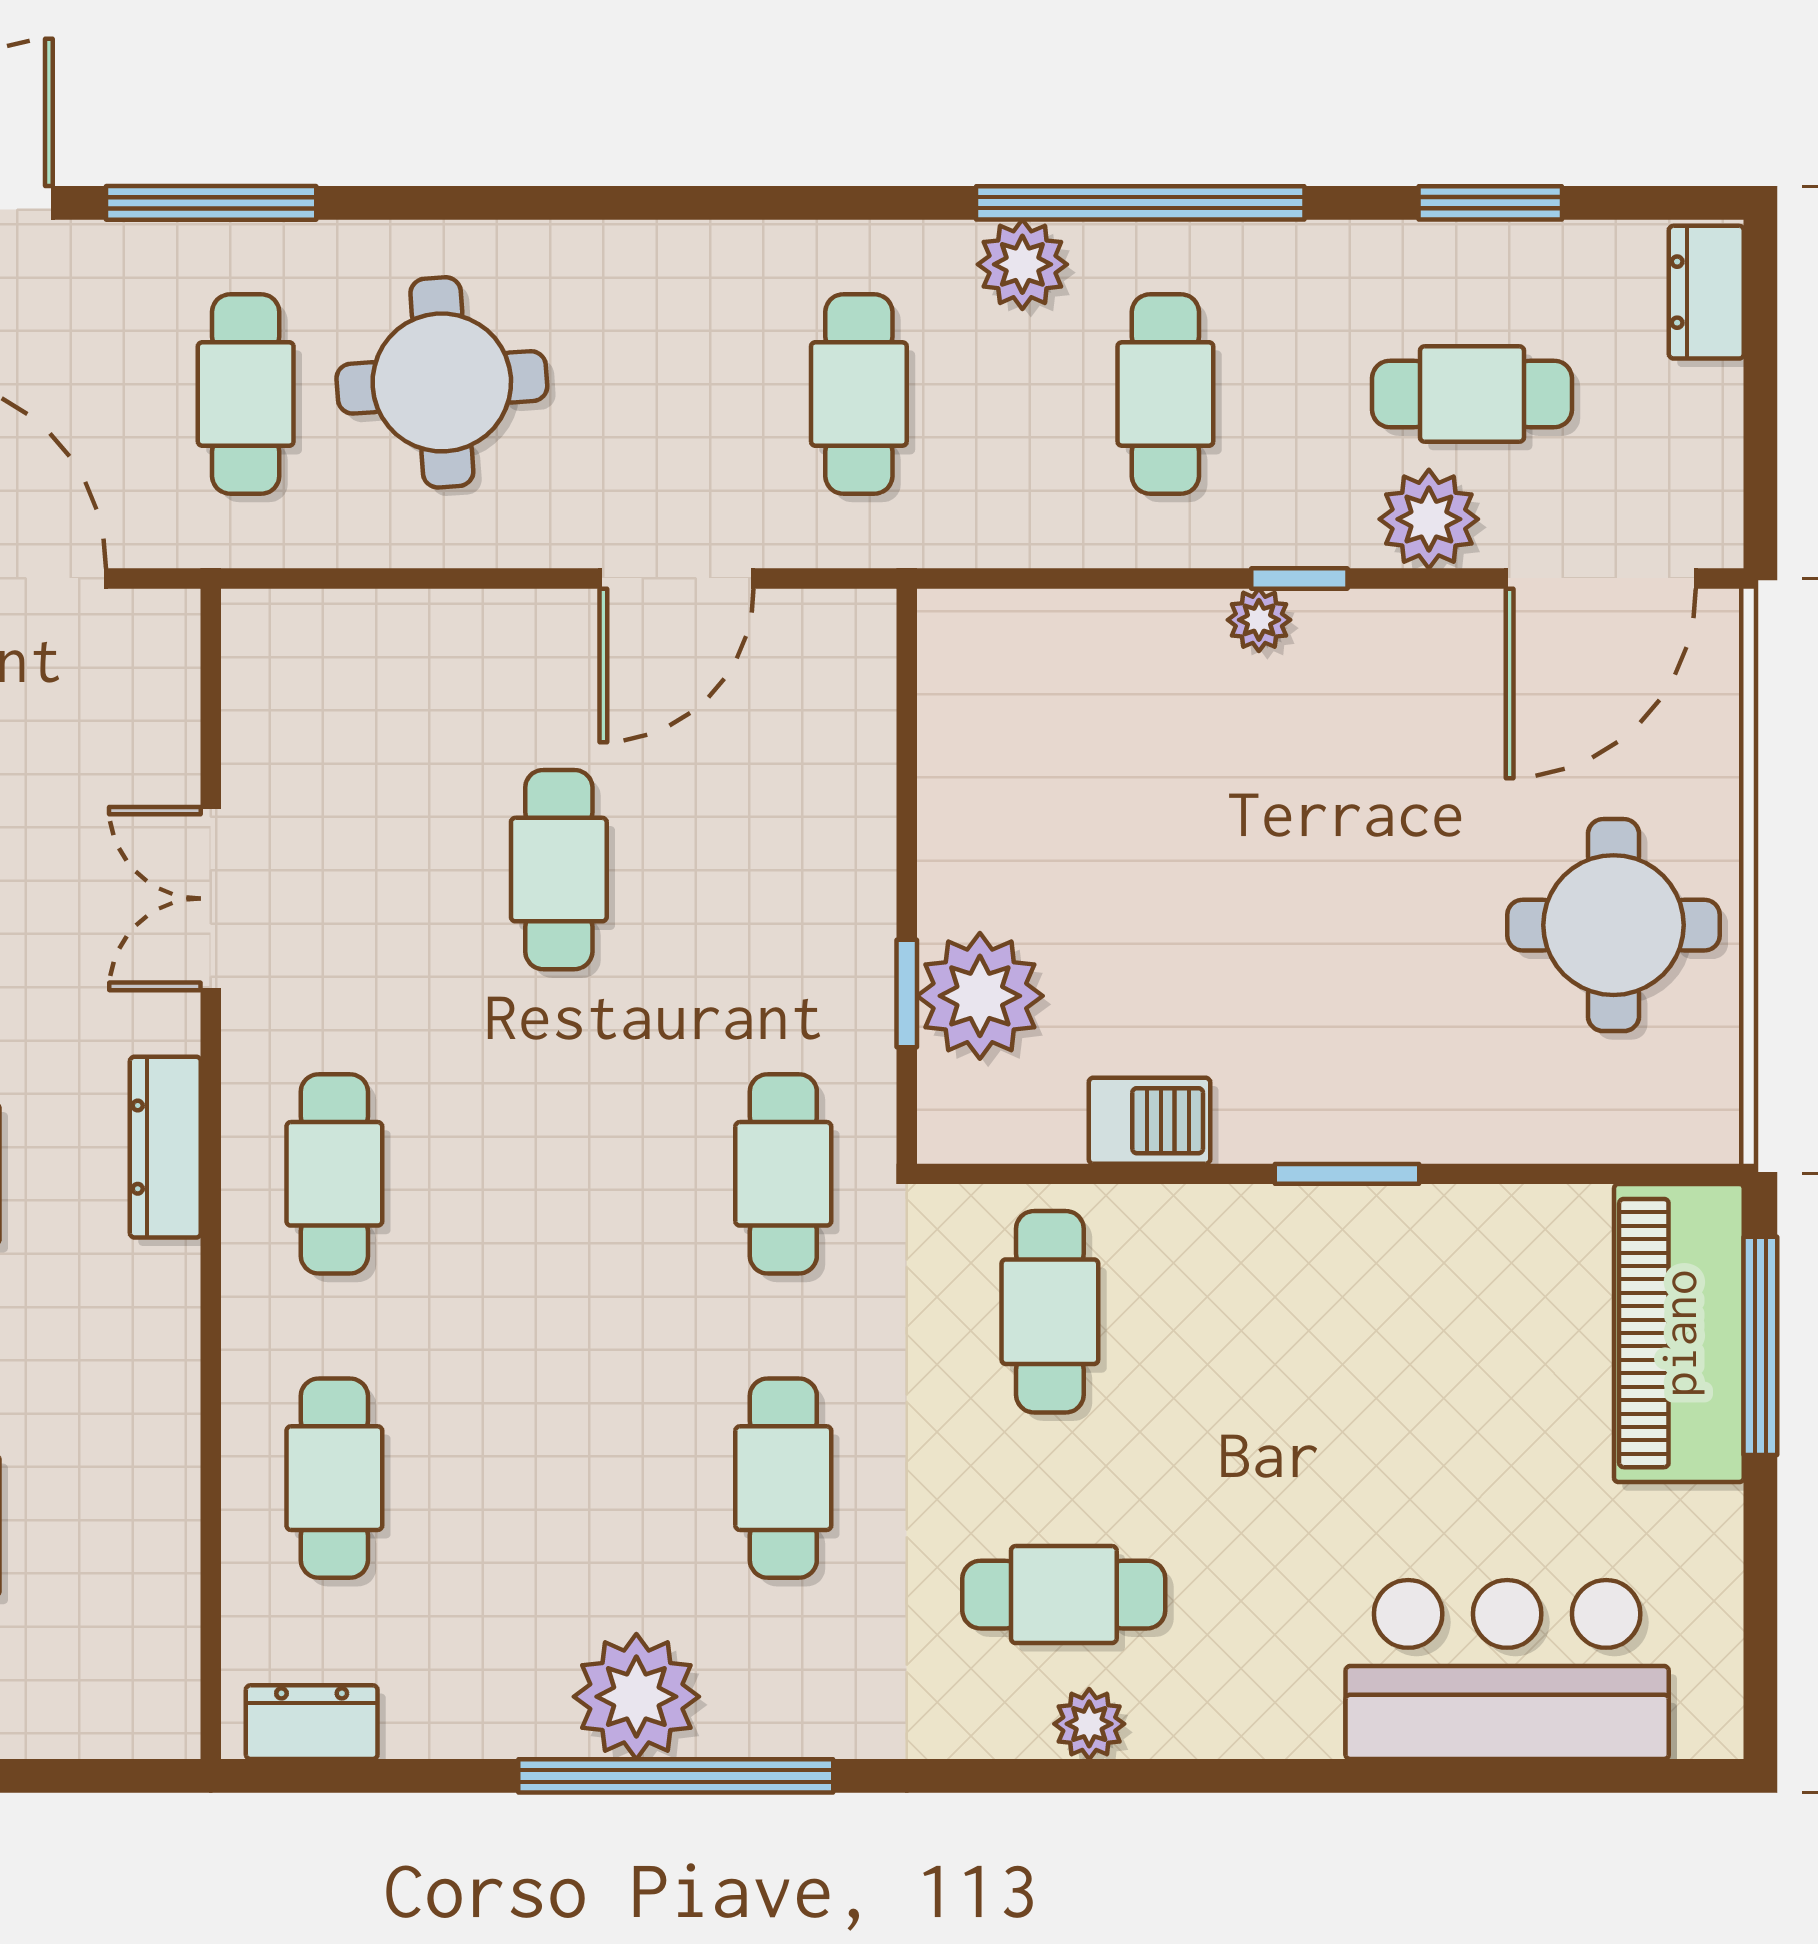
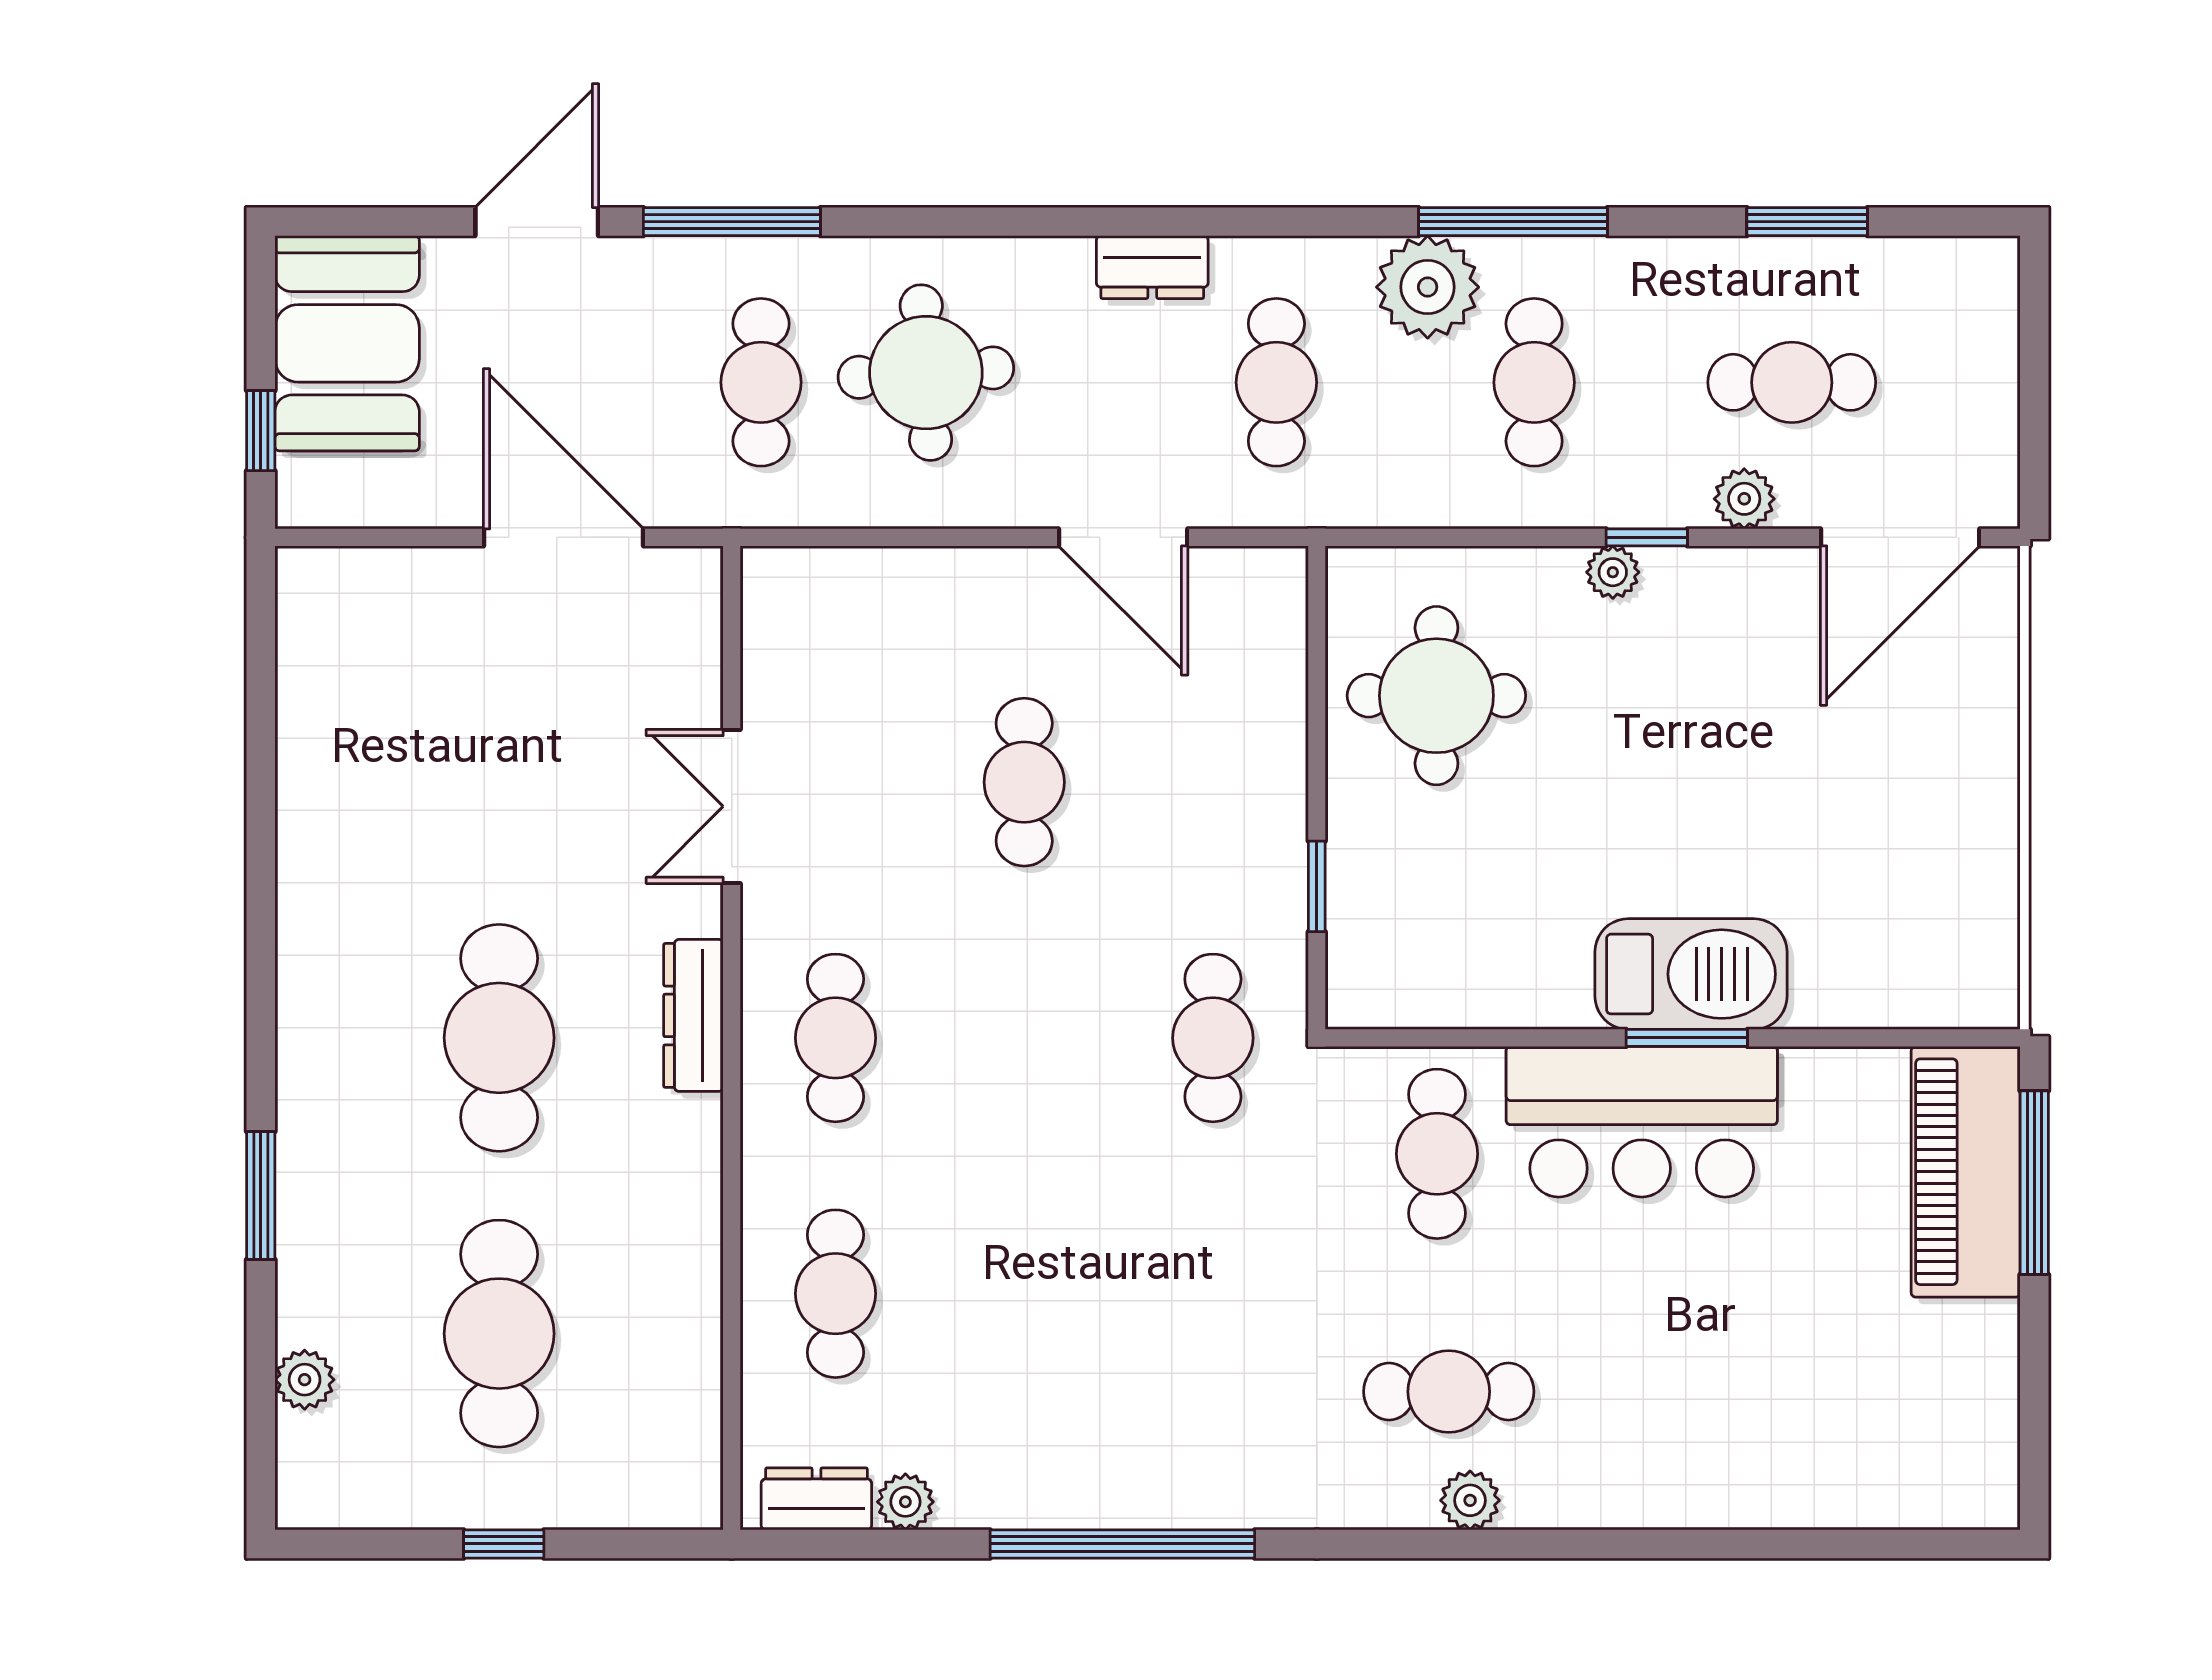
window: (1140, 203) -> (1513, 222), width x0.68
plant: (1022, 264) -> (1428, 287), width x1.36, depth x1.36
dresser: (1706, 292) -> (1152, 267), moved, turned -90
plant: (1429, 519) -> (1744, 499), width x0.73, depth x0.73
door: (676, 578) -> (1123, 537), hinge flipped
round table: (1614, 925) -> (1436, 696), moved
plant: (980, 996) -> (1378, 888), removed
barbecue: (1149, 1121) -> (1691, 974), moved, width x1.88, depth x1.53
cafe table: (783, 1478) -> (1213, 1294), removed
bar counter: (1507, 1669) -> (1642, 1122), moved, turned 180
plant: (636, 1697) -> (905, 1502), moved, width x0.53, depth x0.53

